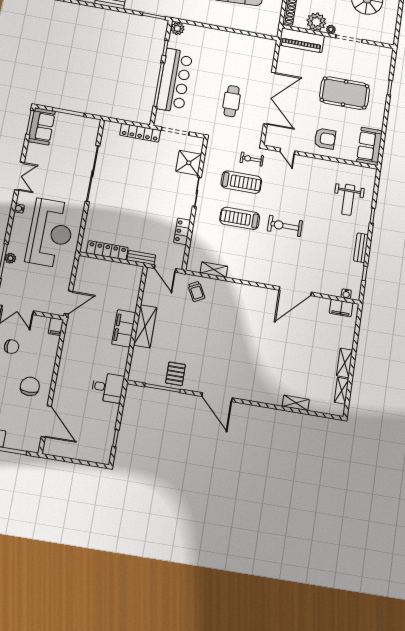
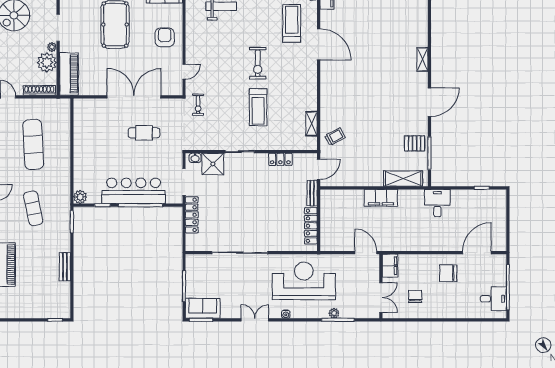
washbasin: (198, 146) -> (195, 158), added
treadmill: (241, 182) -> (292, 23), moved
shelving: (145, 326) -> (403, 179), moved
filing cabinet: (56, 327) -> (390, 266), width x2.00
shelving: (296, 403) -> (422, 59), moved

